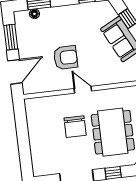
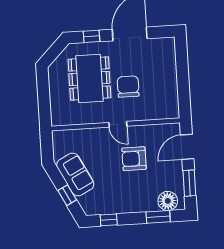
floor lamp: (34, 14) -> (168, 201), width x1.89, depth x1.89

